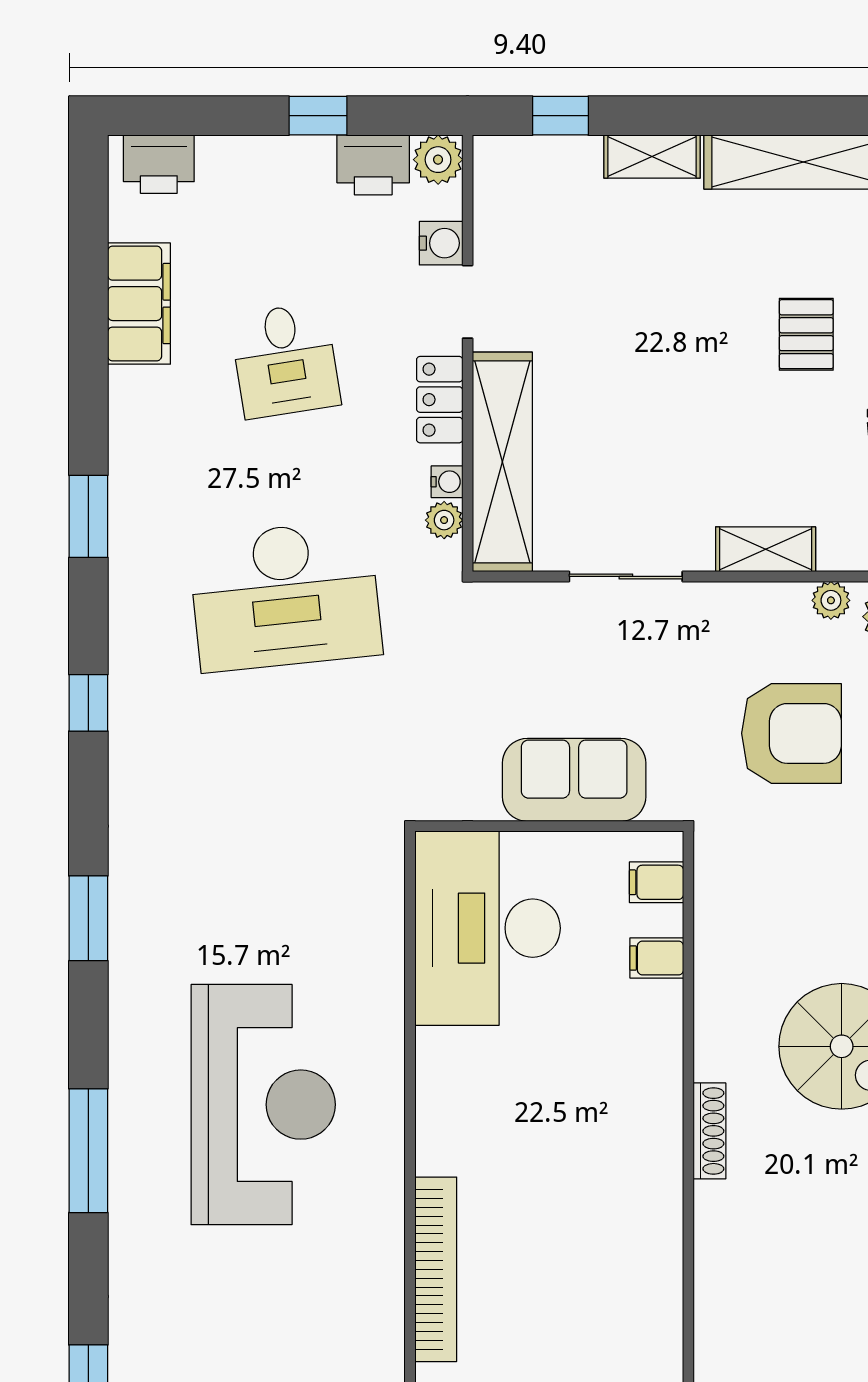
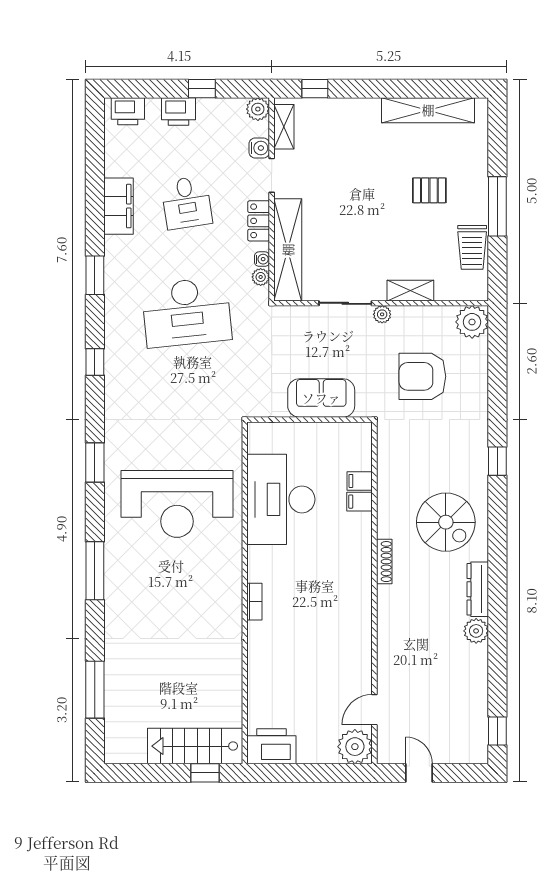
shelving: (652, 157) -> (284, 127), moved, turned 90
printer: (373, 165) -> (179, 111), moved
filing cabinet: (139, 304) -> (119, 206), moved
pallet: (806, 334) -> (429, 190), turned 90
plant: (831, 600) -> (382, 314), moved
armchair: (791, 733) -> (422, 376), turned 180
filing cabinet: (656, 882) -> (360, 502), moved
desk: (488, 928) -> (281, 499), moved
reception desk: (263, 1105) -> (177, 504), moved, turned 90
bookcase: (436, 1269) -> (254, 602), width x0.43, depth x0.76

